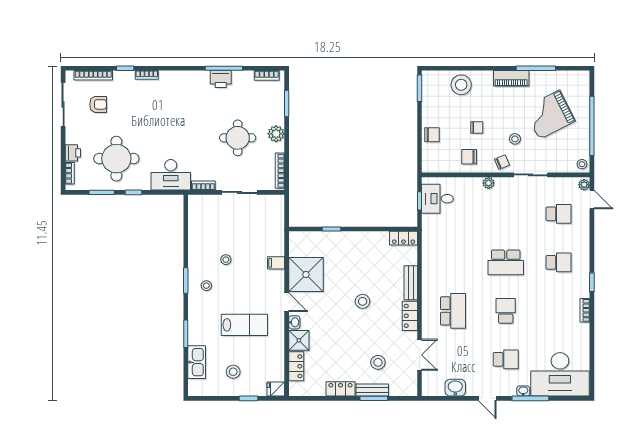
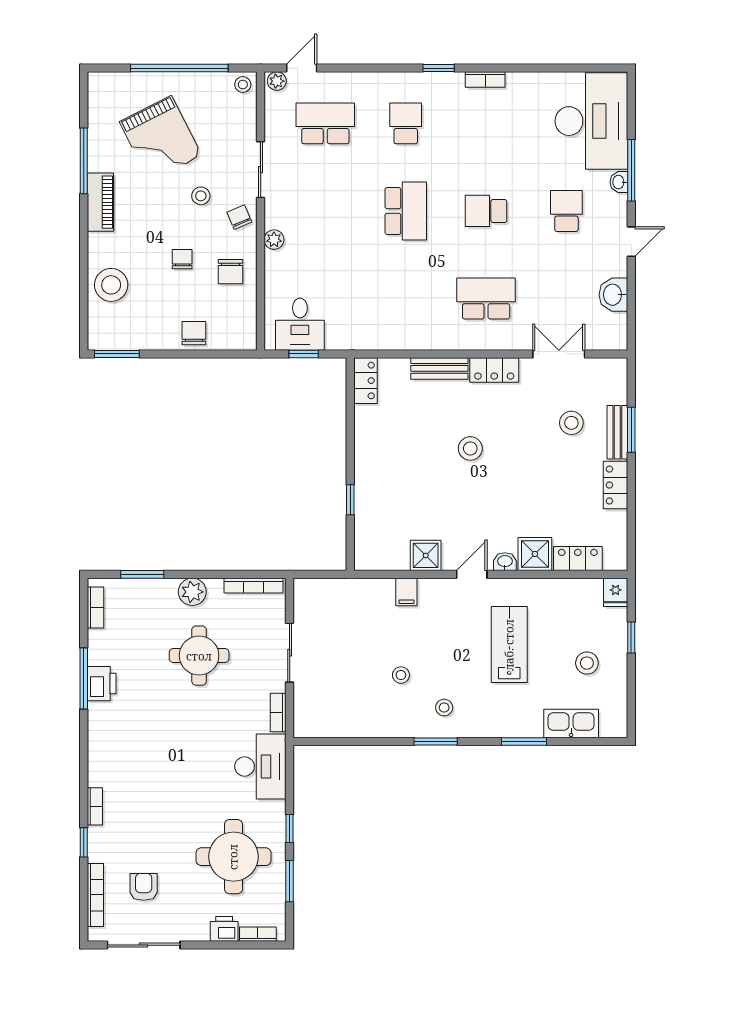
school desk: (559, 214) -> (325, 123), width x1.85
shower: (306, 275) -> (426, 555), width x0.54, depth x0.54

